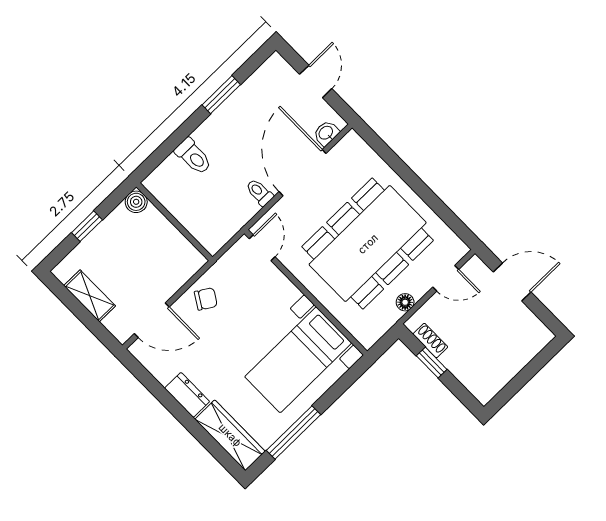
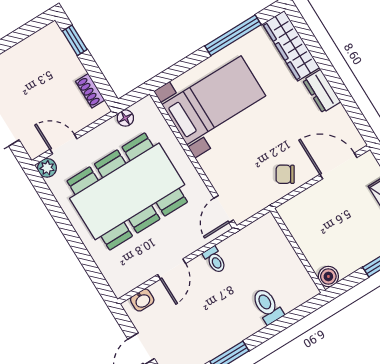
door: (303, 173) -> (172, 269), width x0.53
plant: (457, 249) -> (47, 168), added
floor lamp: (405, 302) -> (125, 118), moved
window: (432, 363) -> (75, 40), moved

